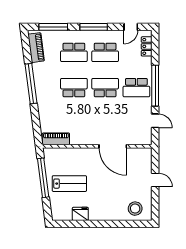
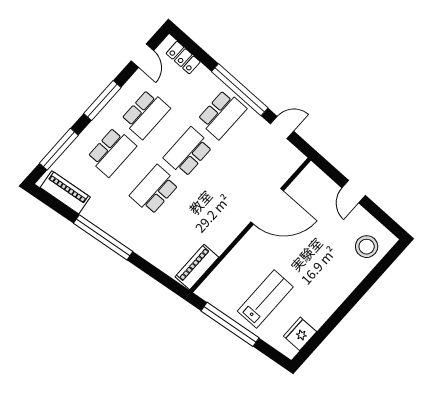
door: (155, 180) -> (354, 192), swing flipped
fridge: (80, 214) -> (300, 334), moved

